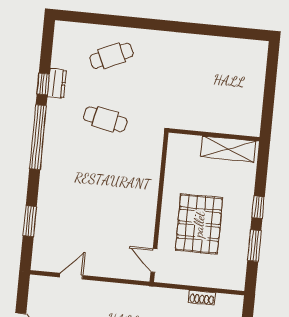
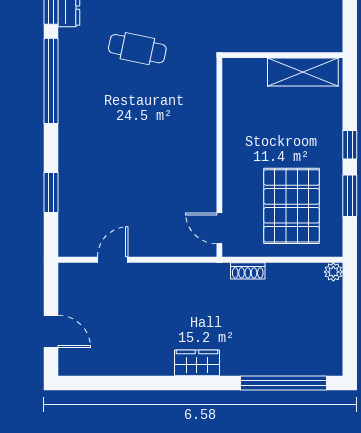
pallet: (199, 224) -> (292, 206), moved
shoe rack: (202, 297) -> (248, 271), moved
plant: (236, 302) -> (333, 272), added

